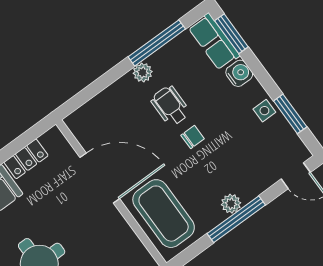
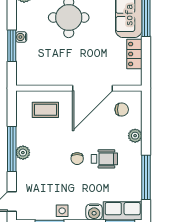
plant: (143, 72) -> (135, 136), moved
chair: (100, 127) -> (122, 110), added
coffee table: (164, 214) -> (45, 110), width x0.54, depth x0.58

